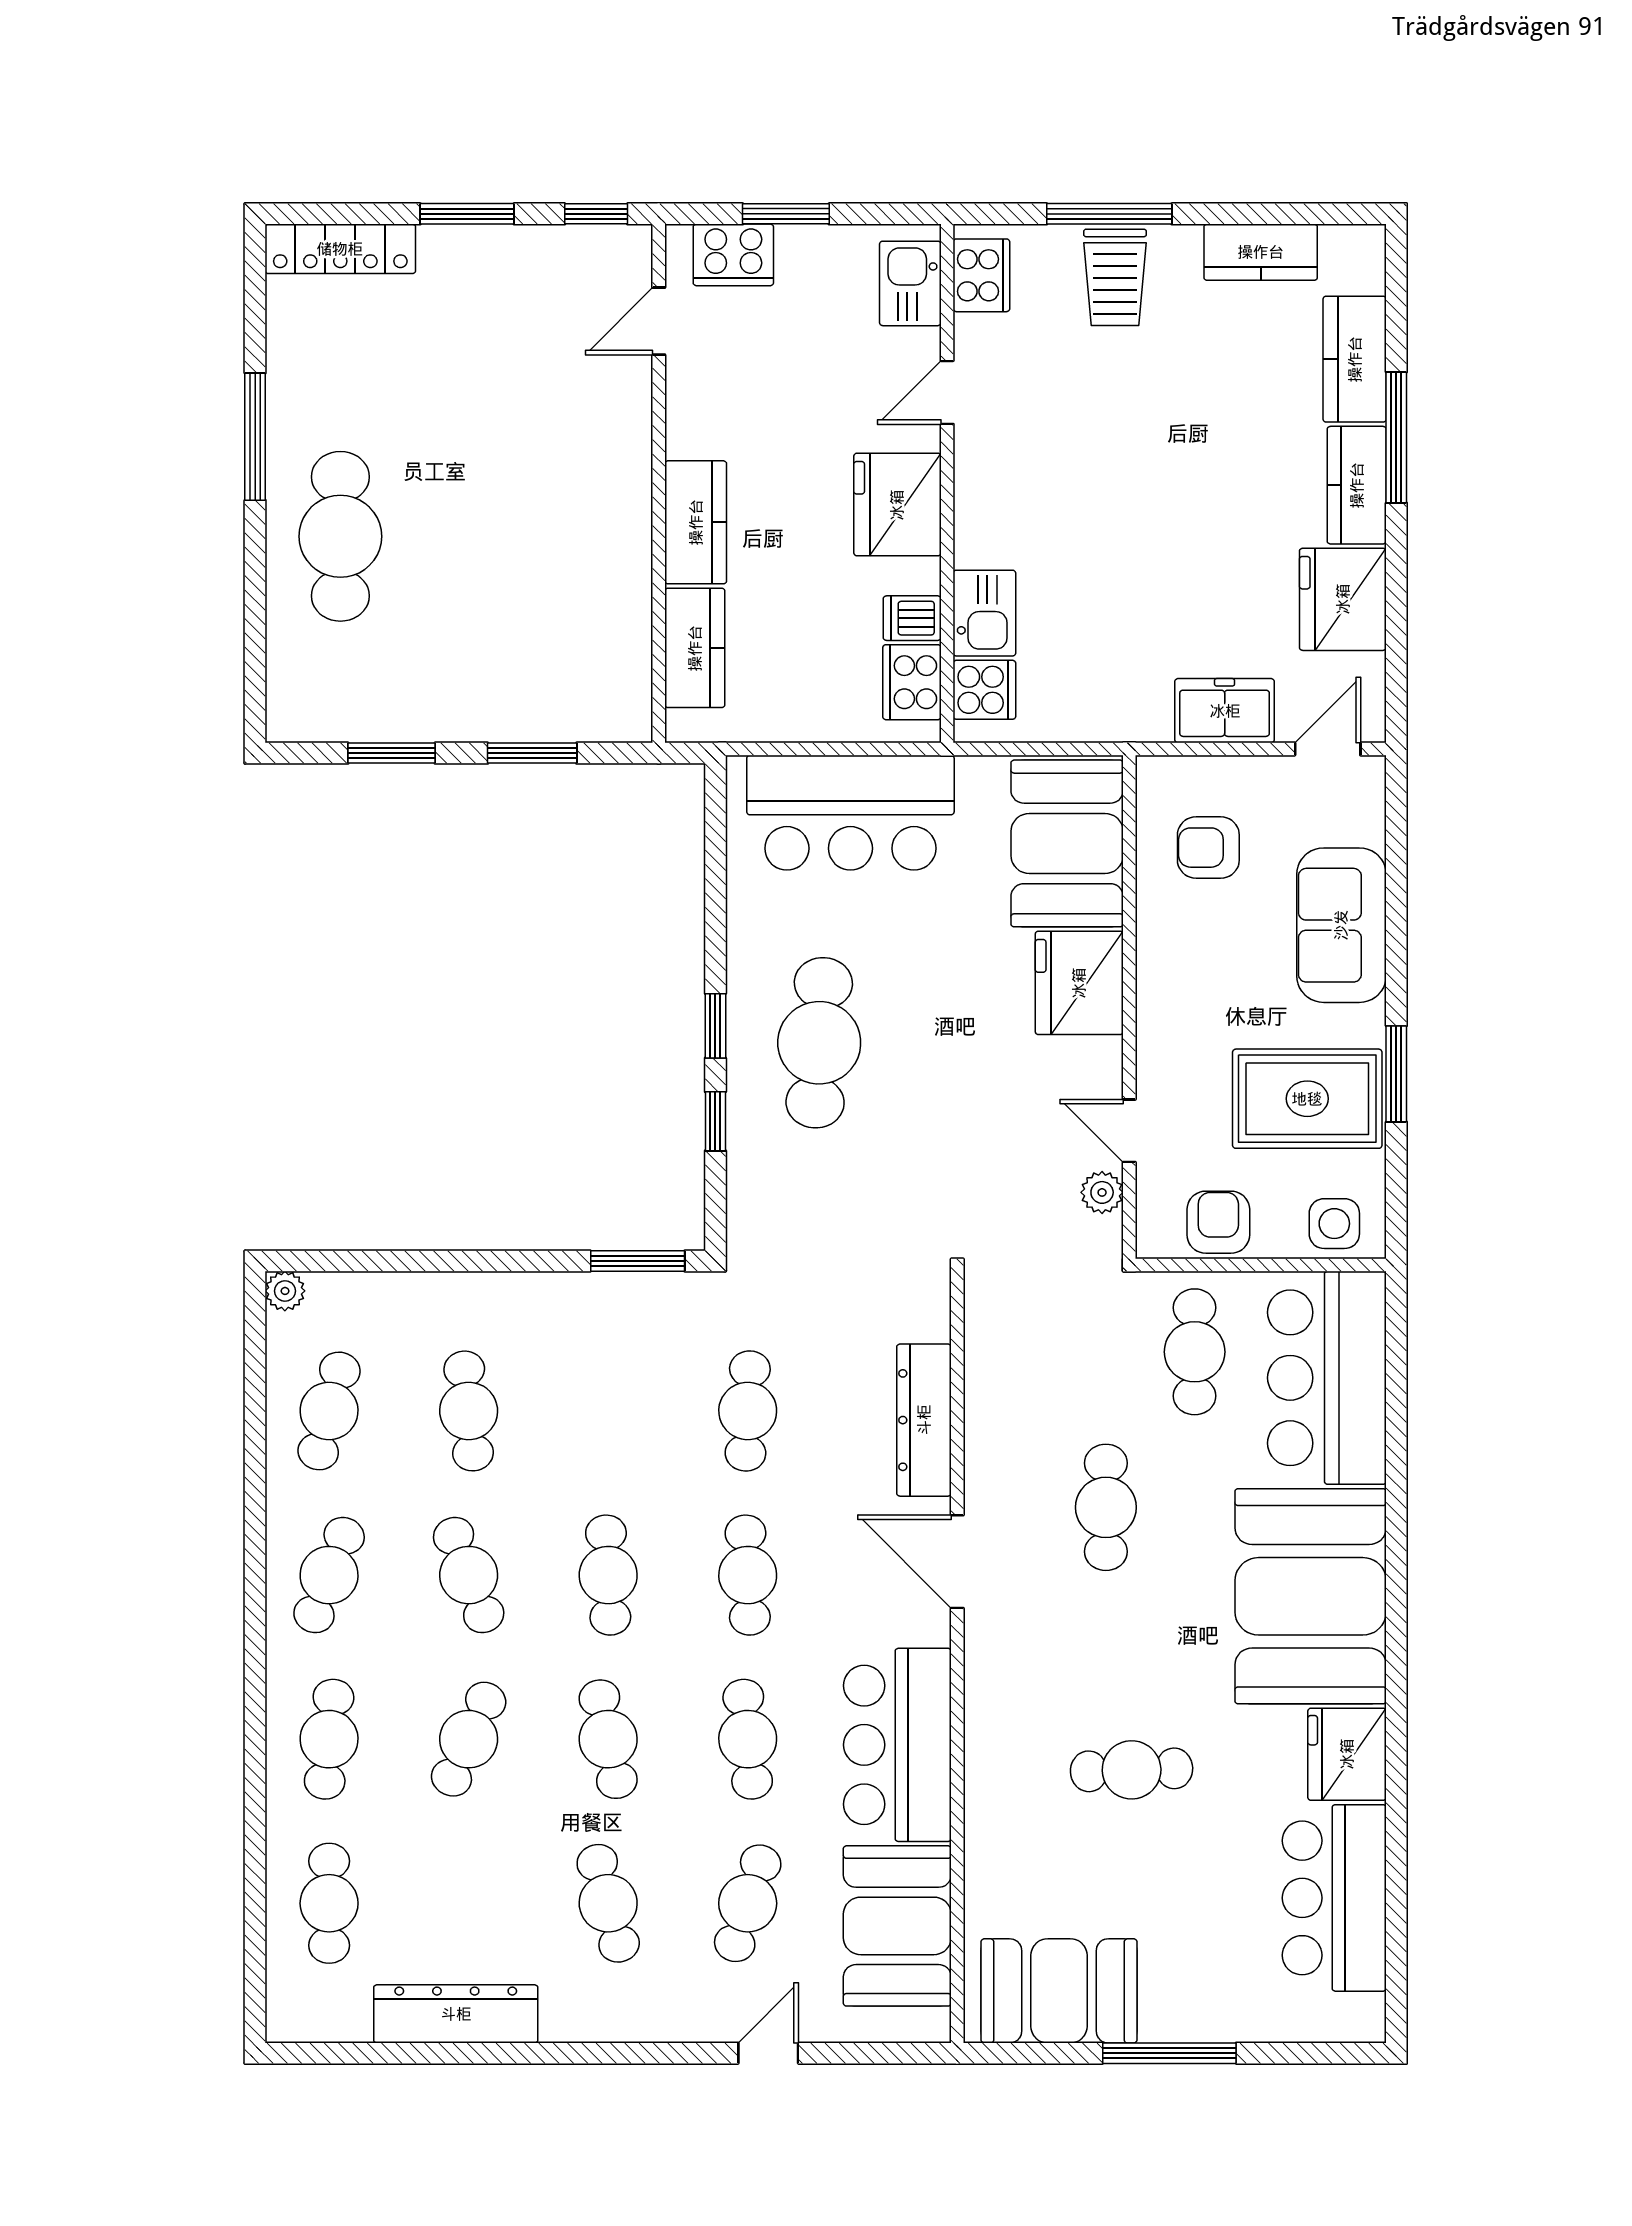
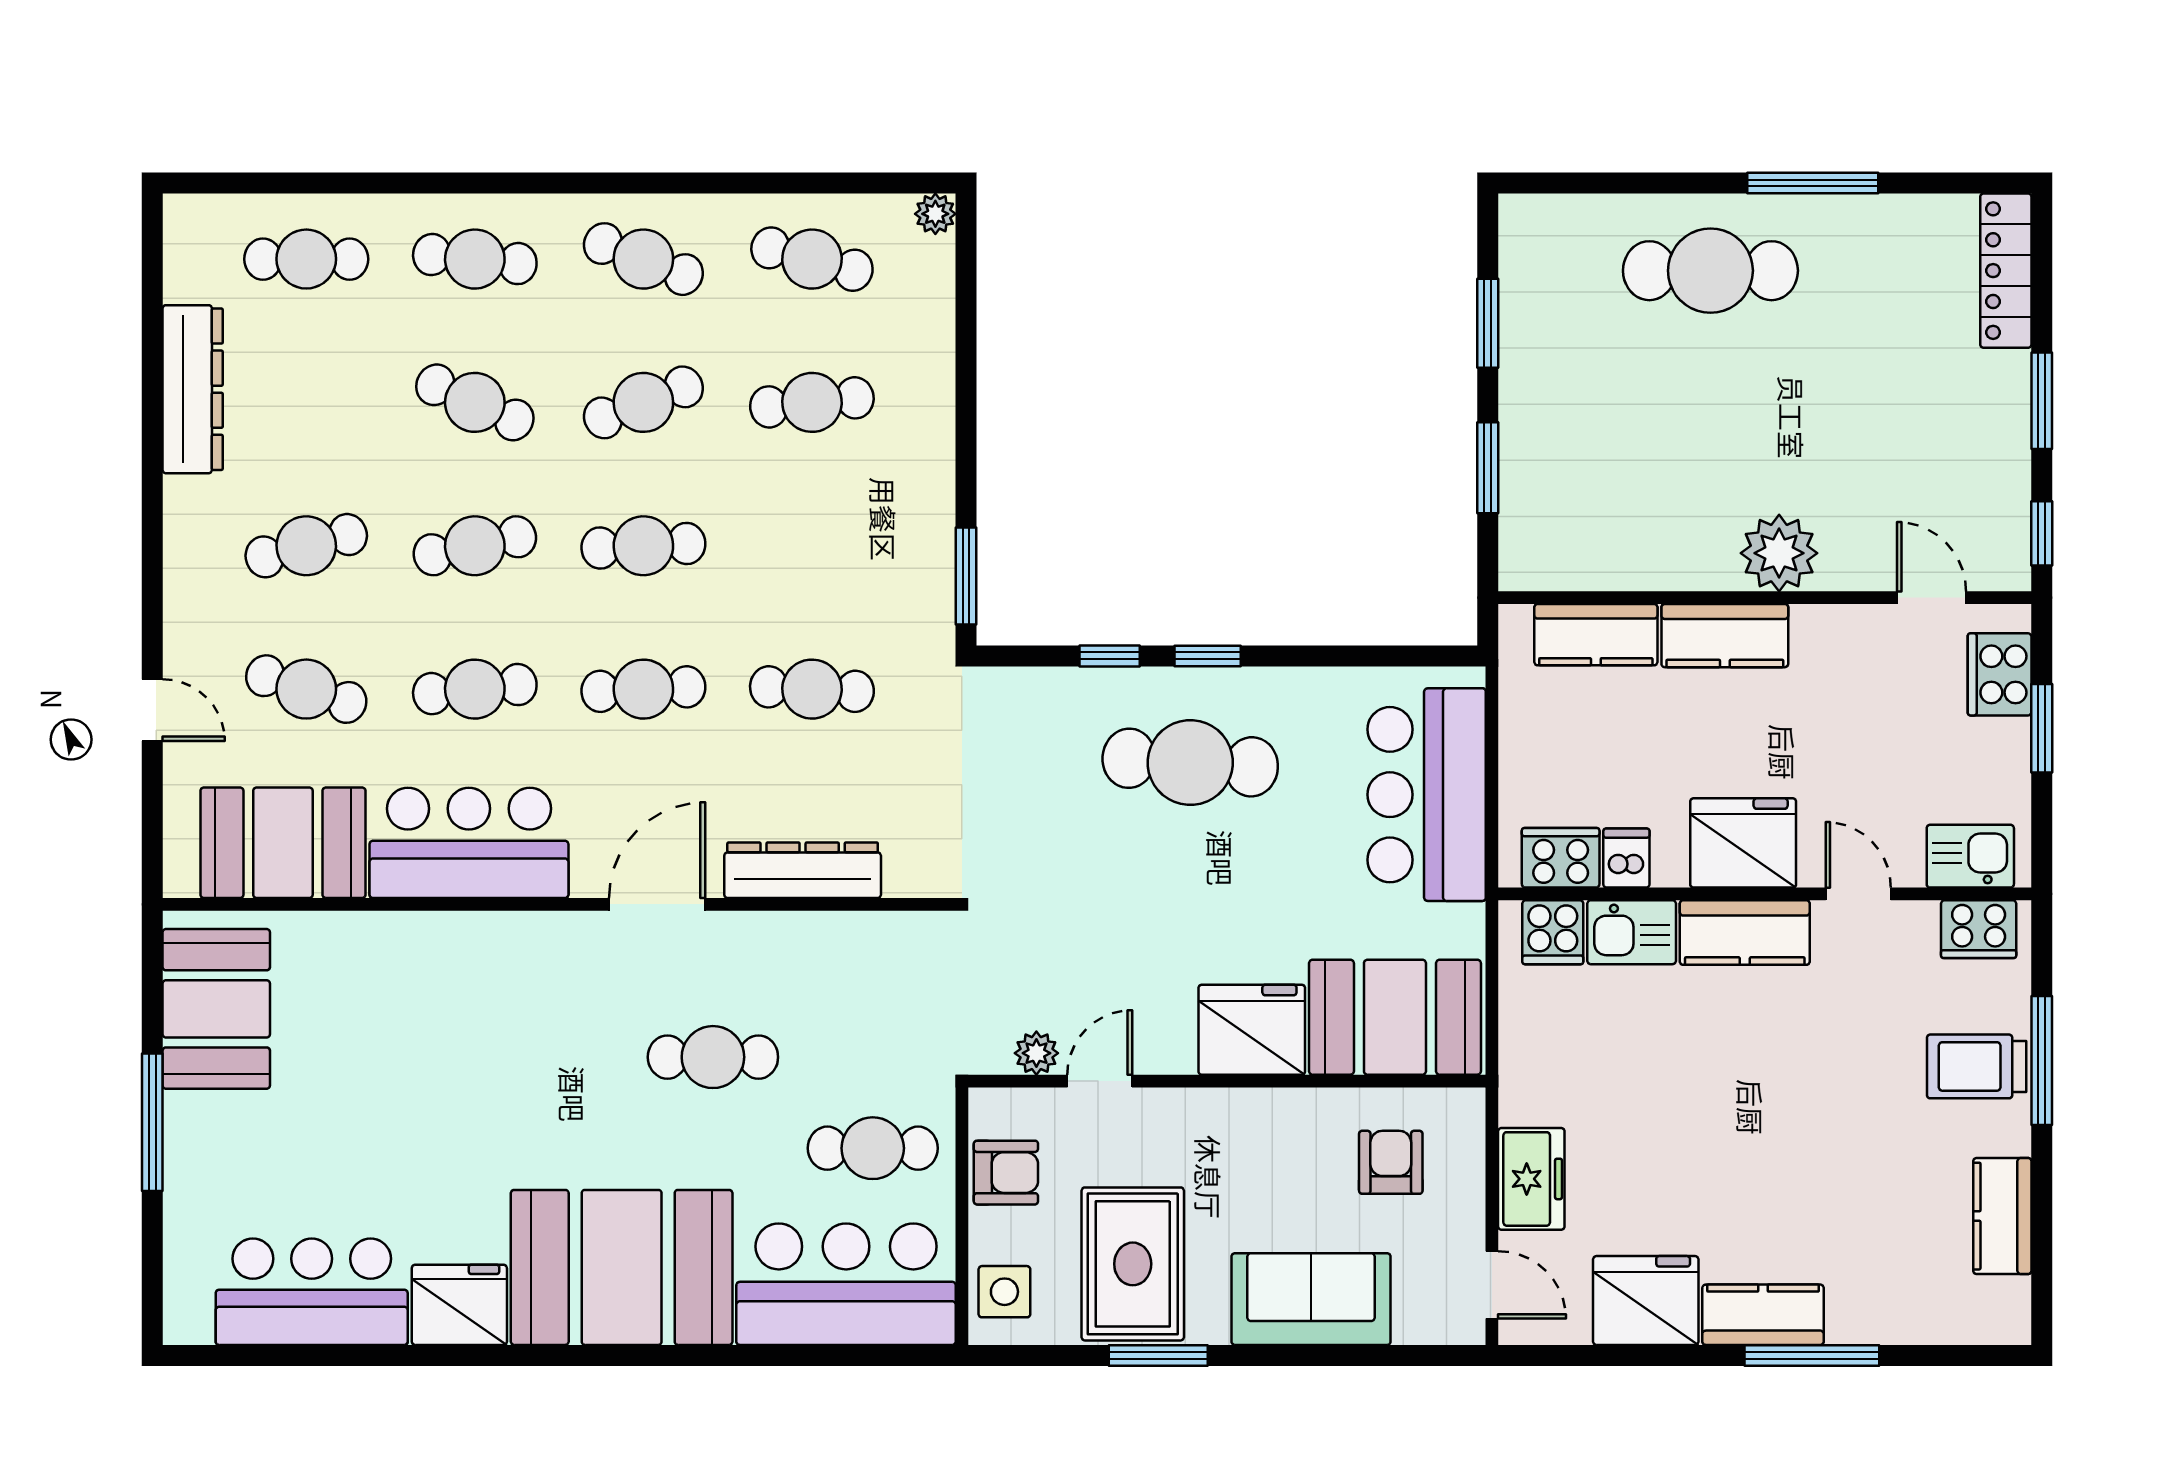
kitchen counter: (1355, 359) -> (1745, 933), moved, turned 180
plant: (615, 470) -> (1779, 553), added
cafe table: (1132, 1770) -> (443, 1083), removed

